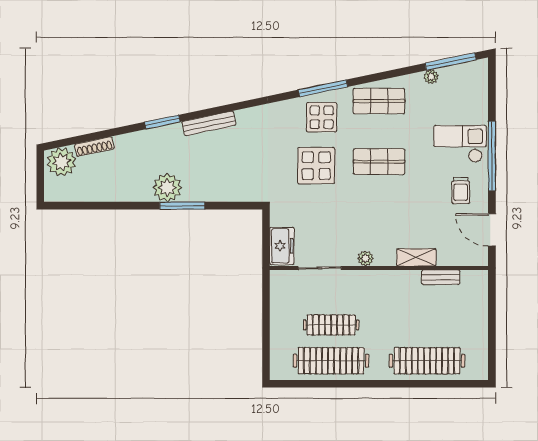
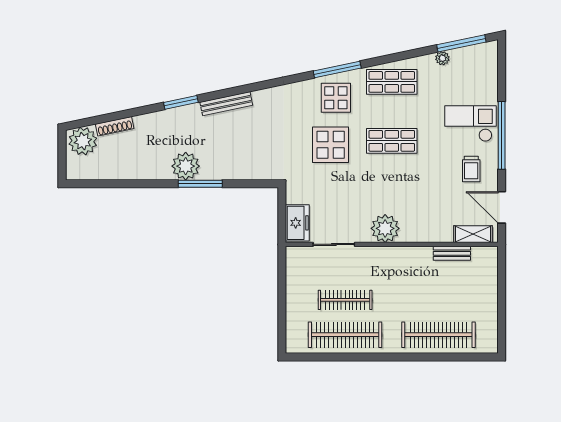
shelving: (416, 257) -> (473, 234), moved
plant: (365, 258) -> (385, 228), width x1.87, depth x1.87

